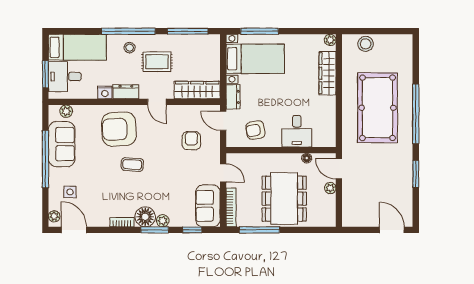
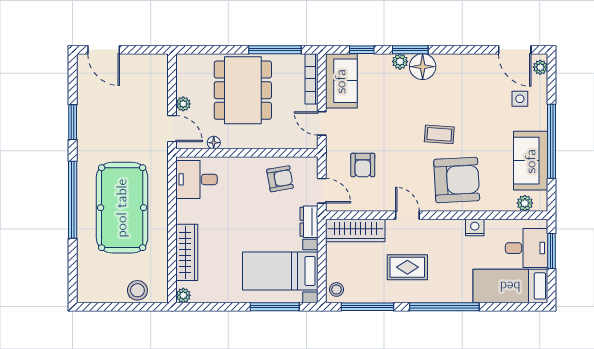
stool: (130, 48) -> (337, 289), moved
dresser: (126, 92) -> (448, 228), removed
desk: (297, 131) -> (196, 179), moved, turned -90
bookcase: (122, 222) -> (453, 60), removed

